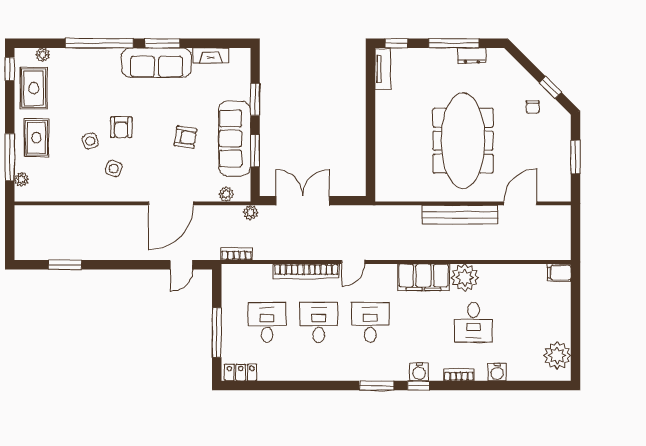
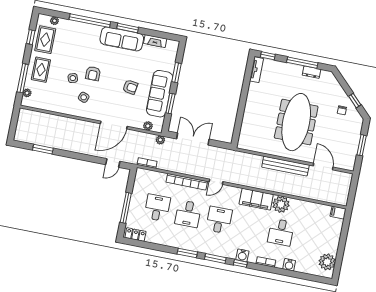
window: (10, 69) -> (31, 37), moved
door: (520, 203) -> (323, 166), hinge flipped
desk: (319, 322) -> (188, 214), turned 180
window: (330, 386) -> (187, 253), added

